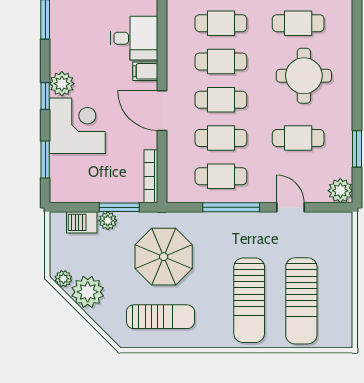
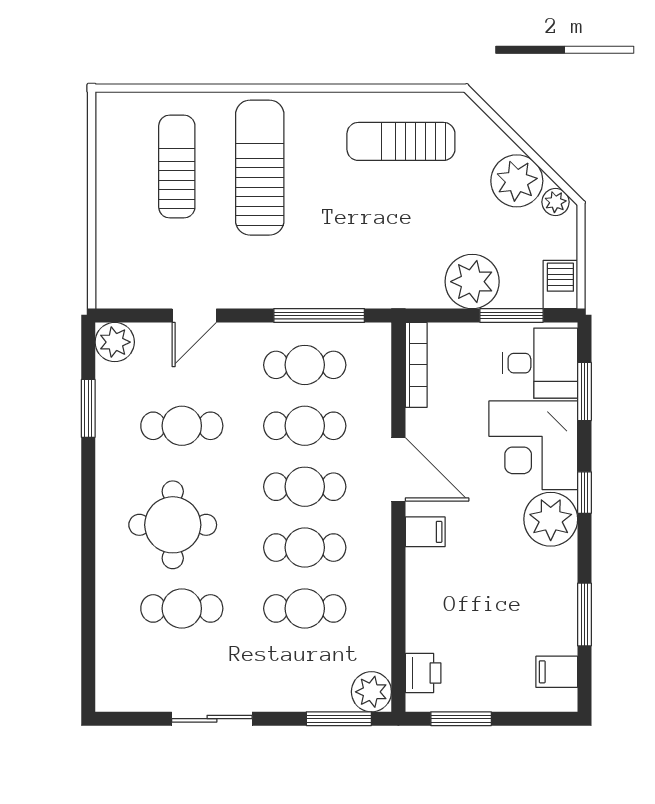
desk: (134, 38) -> (540, 363), moved, turned 180
plant: (62, 84) -> (551, 519), width x1.36, depth x1.36
window: (119, 207) -> (511, 316), moved
window: (231, 207) -> (319, 316), moved
door: (290, 207) -> (194, 316), hinge flipped
plant: (108, 221) -> (472, 282), width x1.87, depth x1.87
barbecue: (82, 222) -> (560, 284), moved, turned -90
parasol: (164, 257) -> (396, 237), removed
sun lounger: (301, 301) -> (177, 167), width x0.73, depth x0.75

